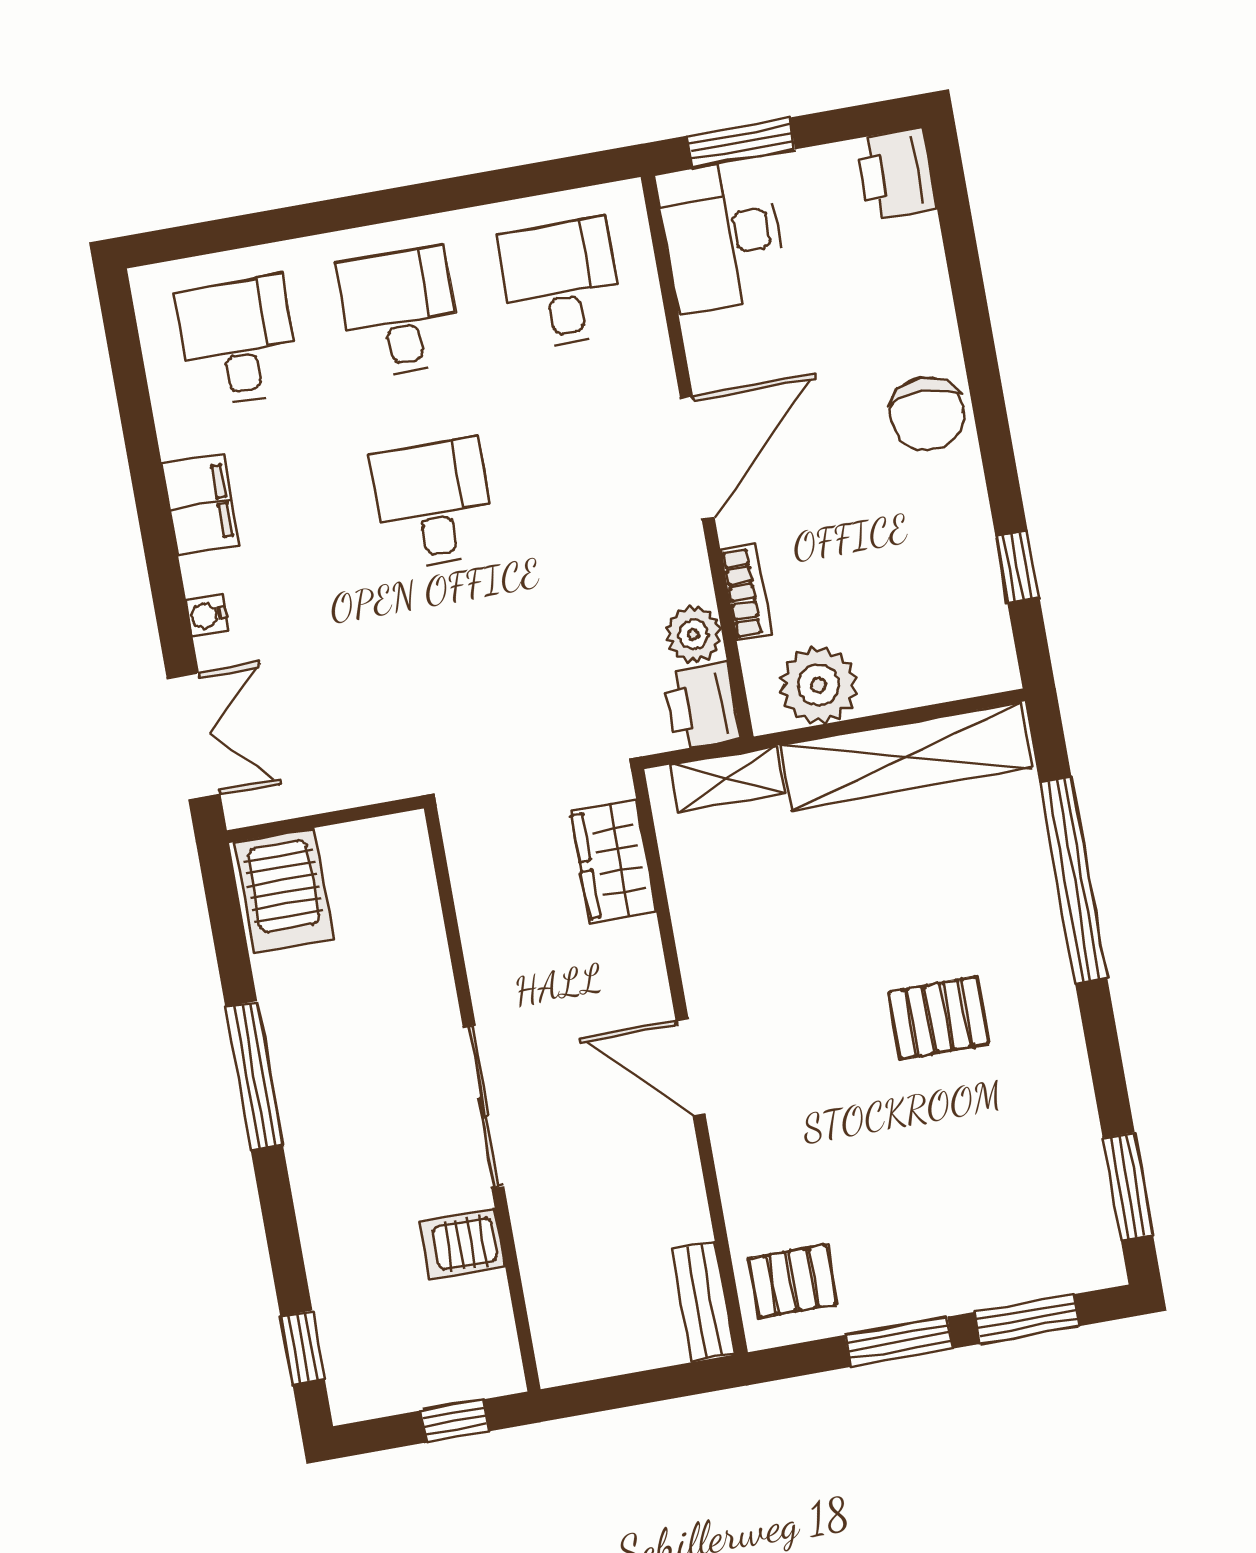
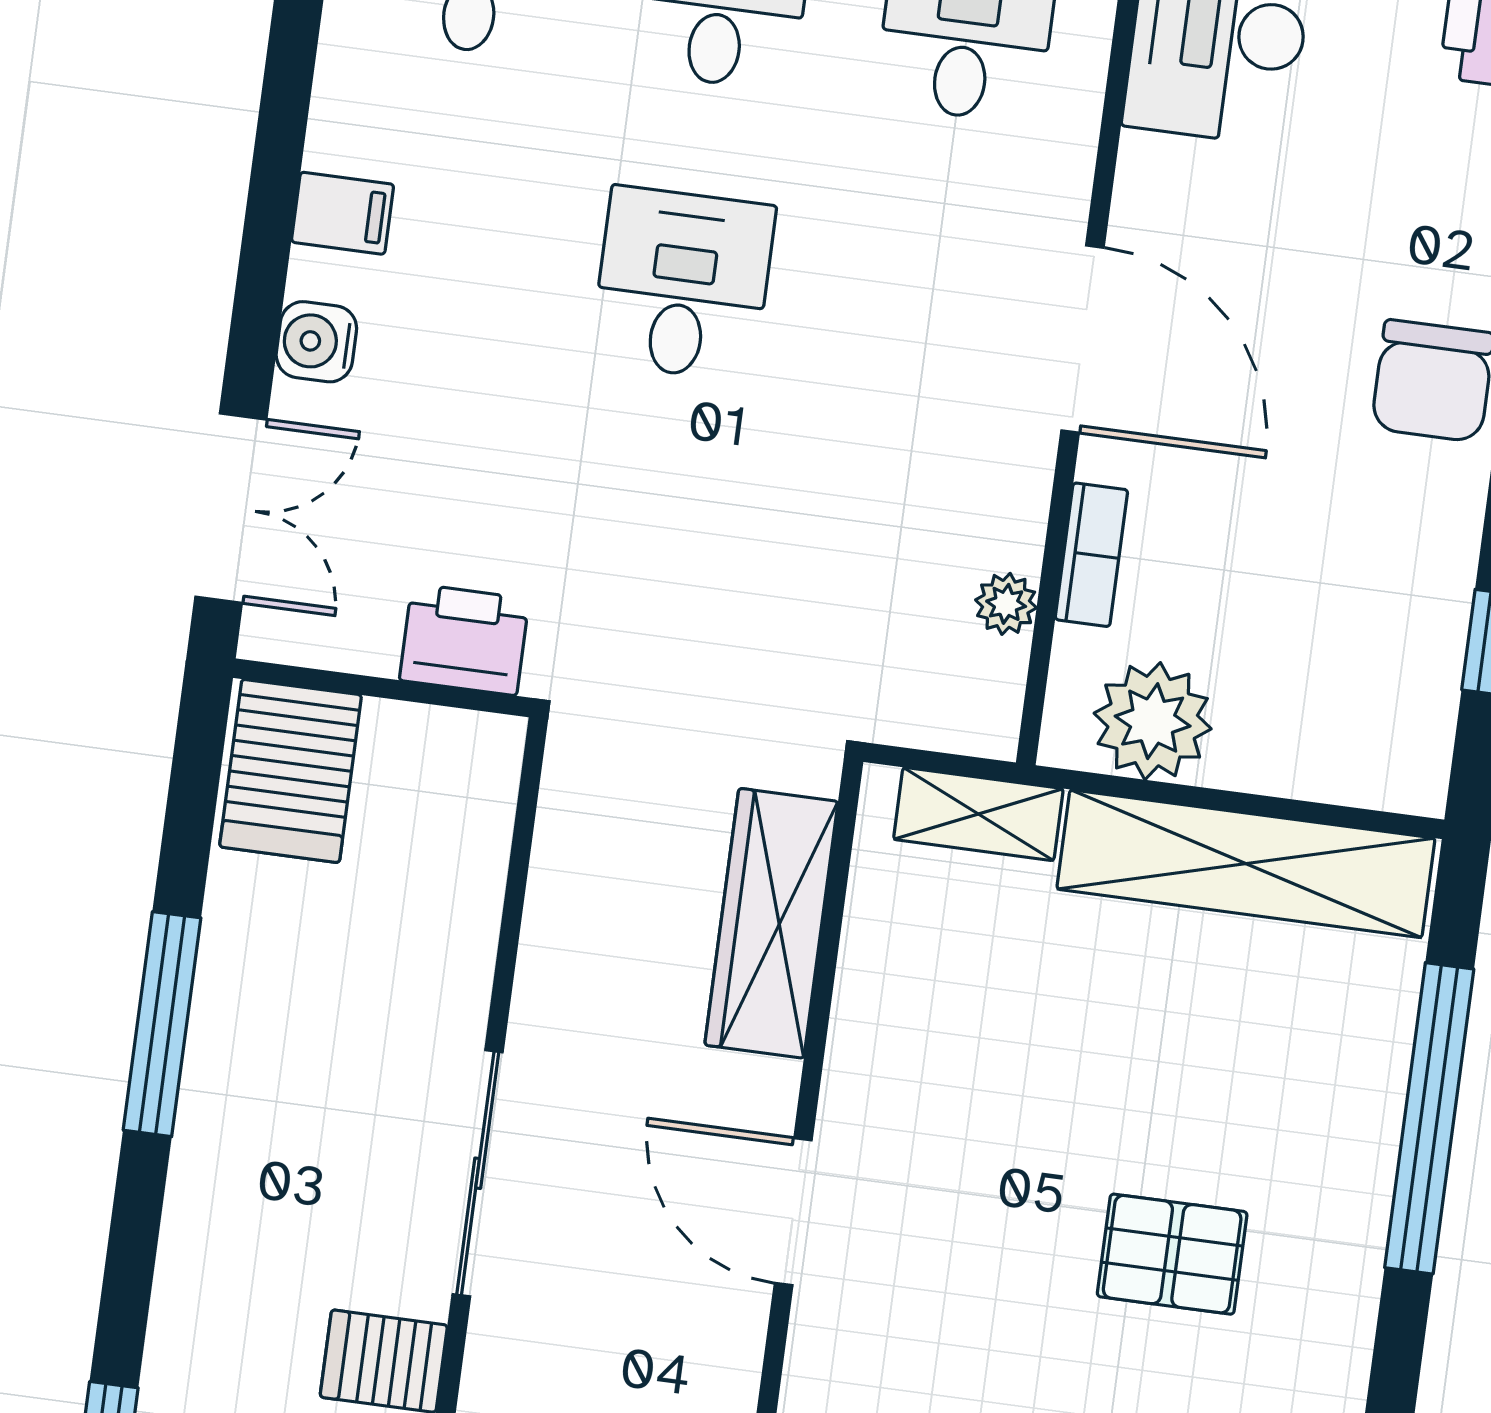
door: (697, 458) -> (1082, 339), hinge flipped
filing cabinet: (201, 504) -> (343, 213), width x0.50
water cooler: (207, 615) -> (316, 342), width x1.38, depth x1.38
plant: (693, 634) -> (1006, 604), width x0.73, depth x0.73
printer: (702, 706) -> (464, 640), moved, turned 90
wardrobe: (614, 861) -> (771, 923), width x1.50

